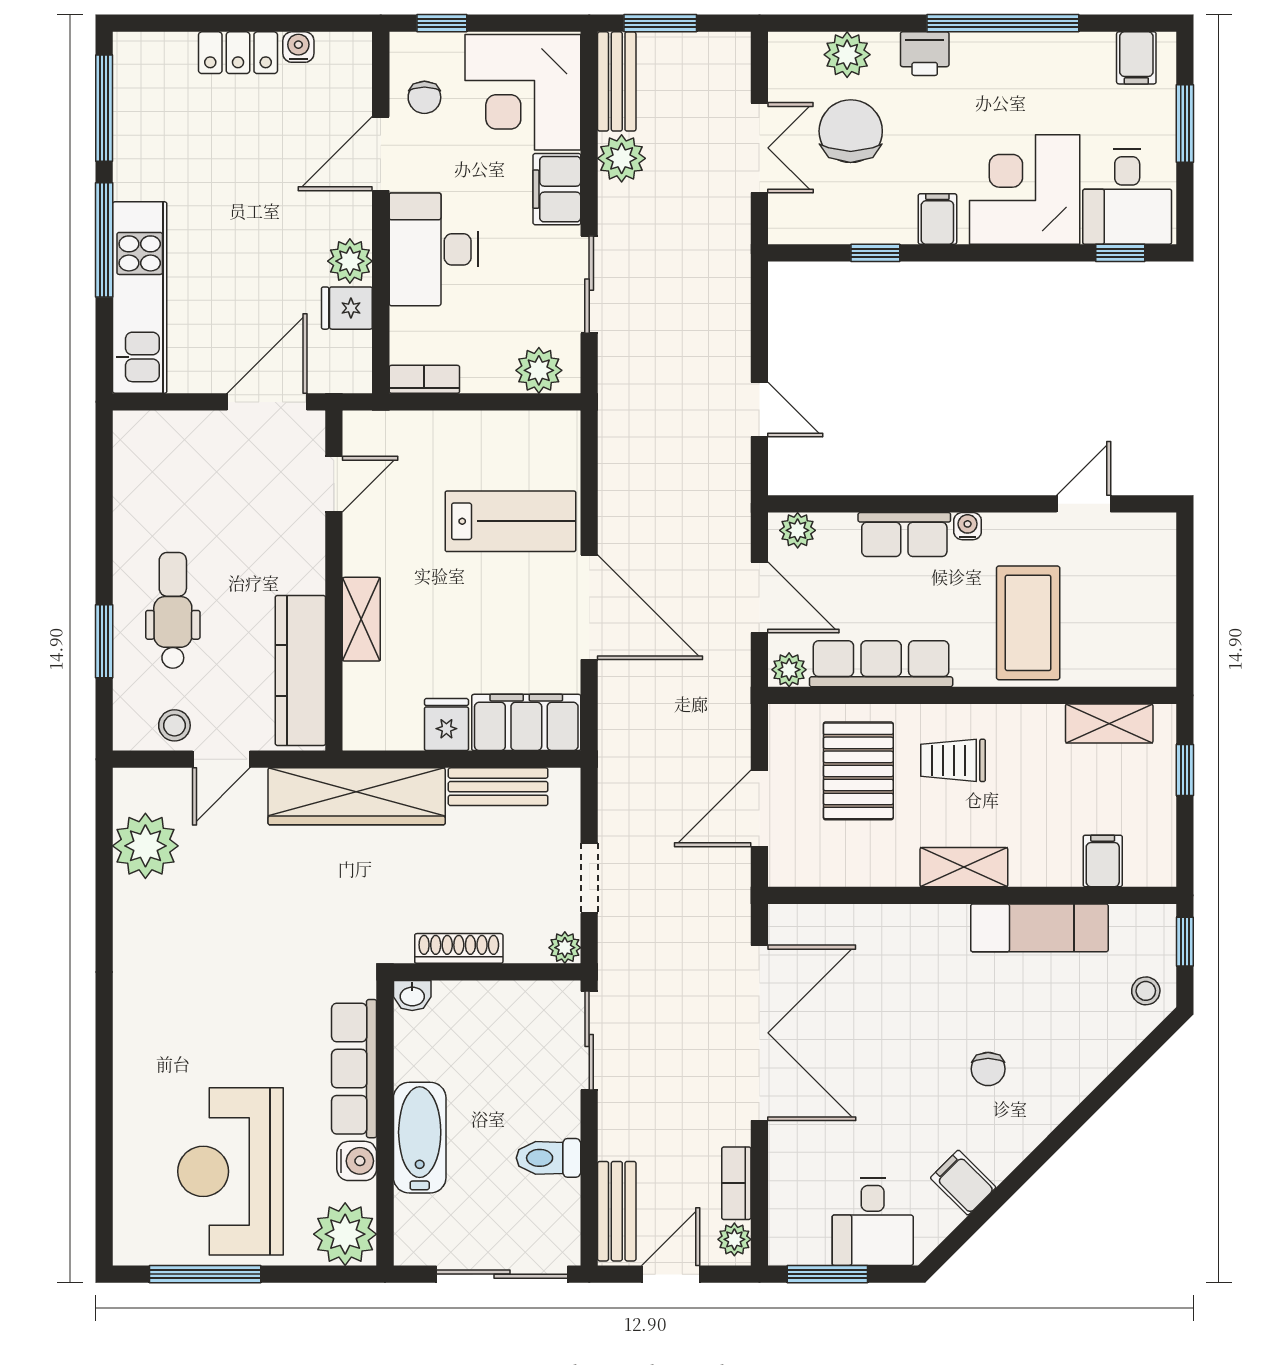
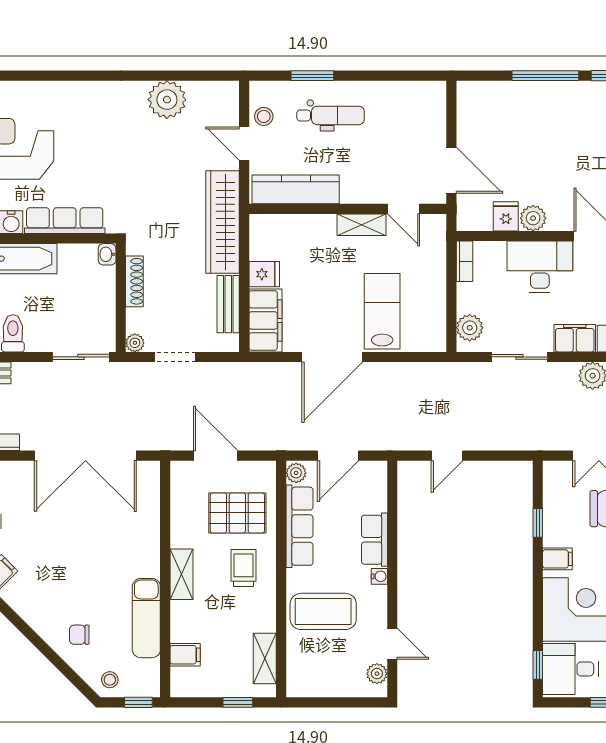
kitchen unit: (140, 298) -> (512, 96), removed
lab bench: (510, 521) -> (382, 311), turned 180
plant: (798, 530) -> (377, 674), moved
shelving: (361, 619) -> (362, 225), moved
plant: (145, 846) -> (167, 100), moved
chair: (988, 1069) -> (79, 635), moved

